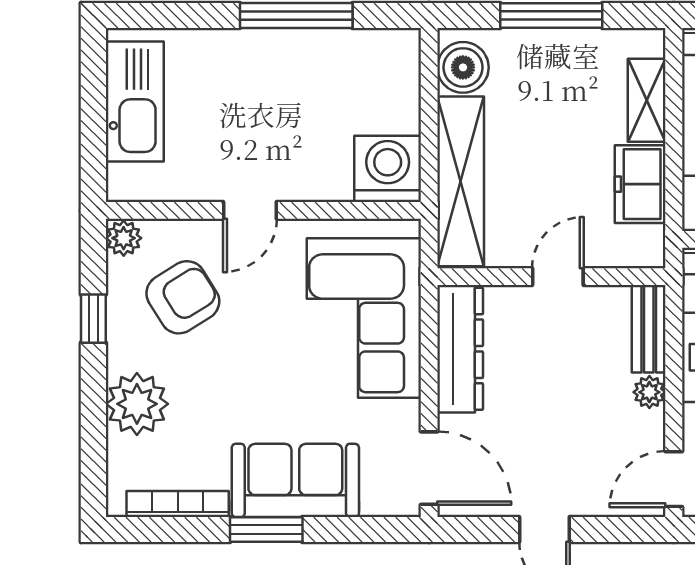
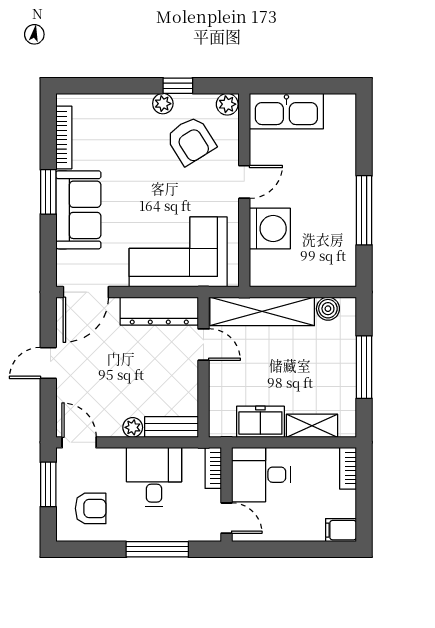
boiler: (463, 67) -> (328, 309), width x0.73, depth x0.73
kitchen sink: (135, 102) -> (286, 111), moved
washing machine: (388, 169) -> (270, 229), moved
door: (250, 210) -> (244, 182), swing flipped
door: (558, 277) -> (204, 345), moved
plant: (137, 404) -> (163, 104), moved, width x0.53, depth x0.53

